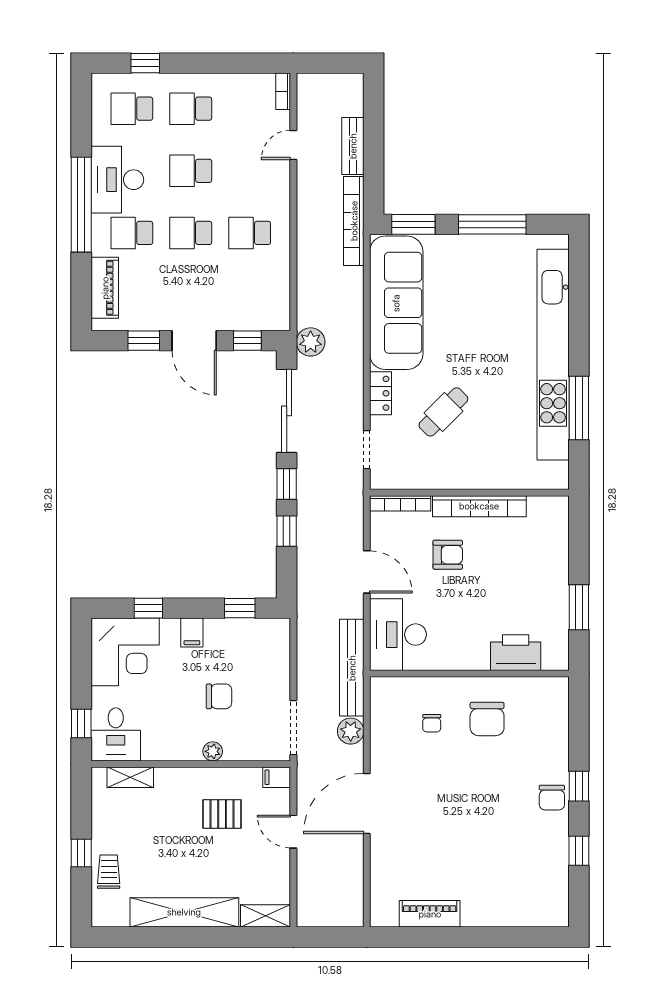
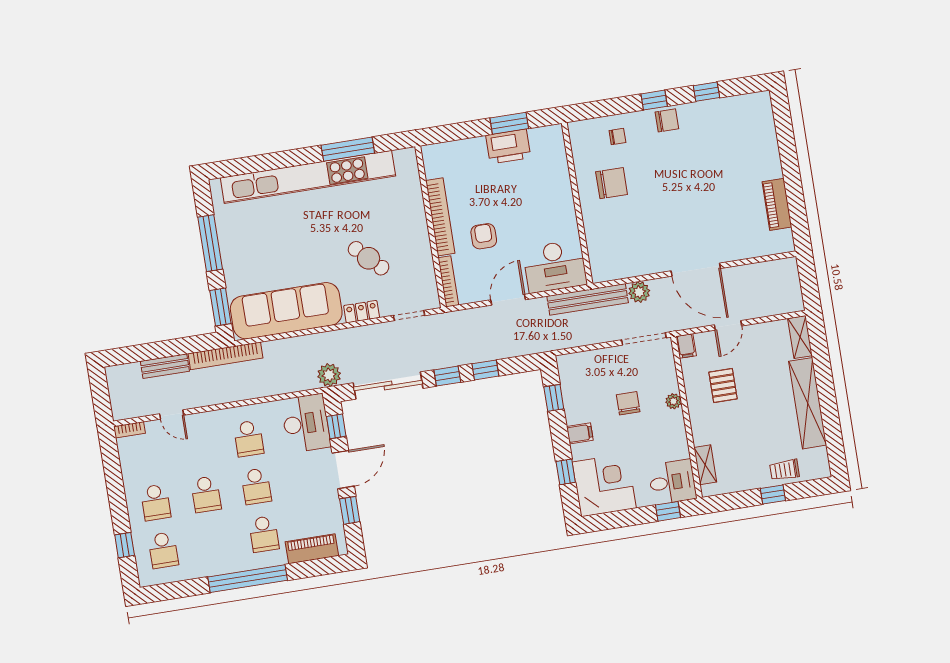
desk: (117, 180) -> (306, 423), moved, turned -90
printer: (516, 653) -> (508, 146), moved, turned -90
chair: (432, 723) -> (617, 136), moved

